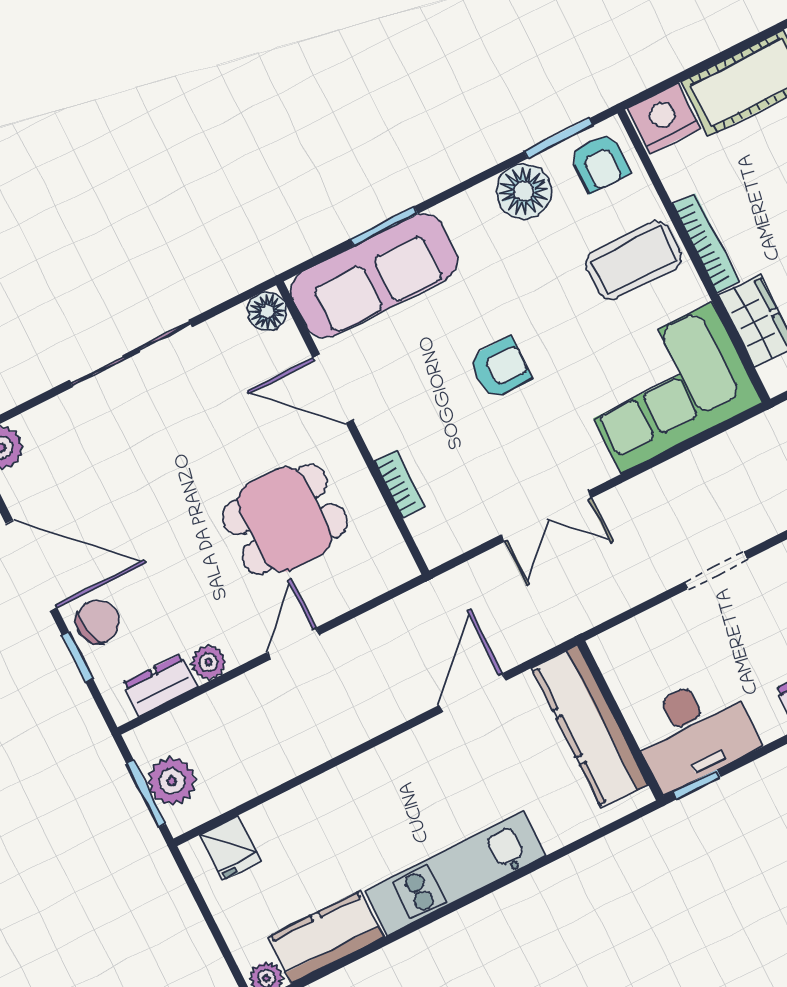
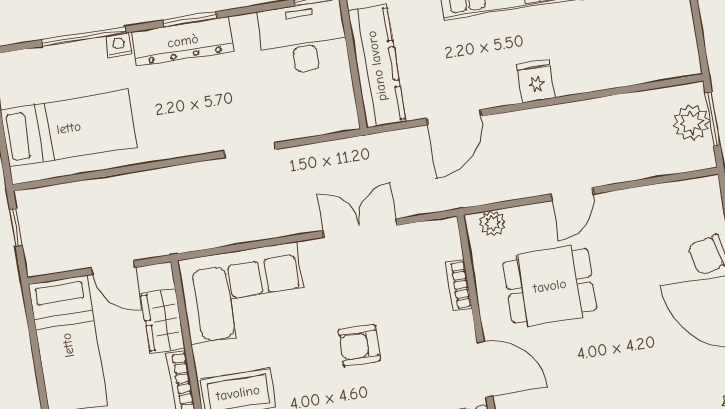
plant: (208, 662) -> (492, 223), moved
dresser: (160, 685) -> (678, 195), removed
fridge: (230, 848) -> (536, 81), moved

